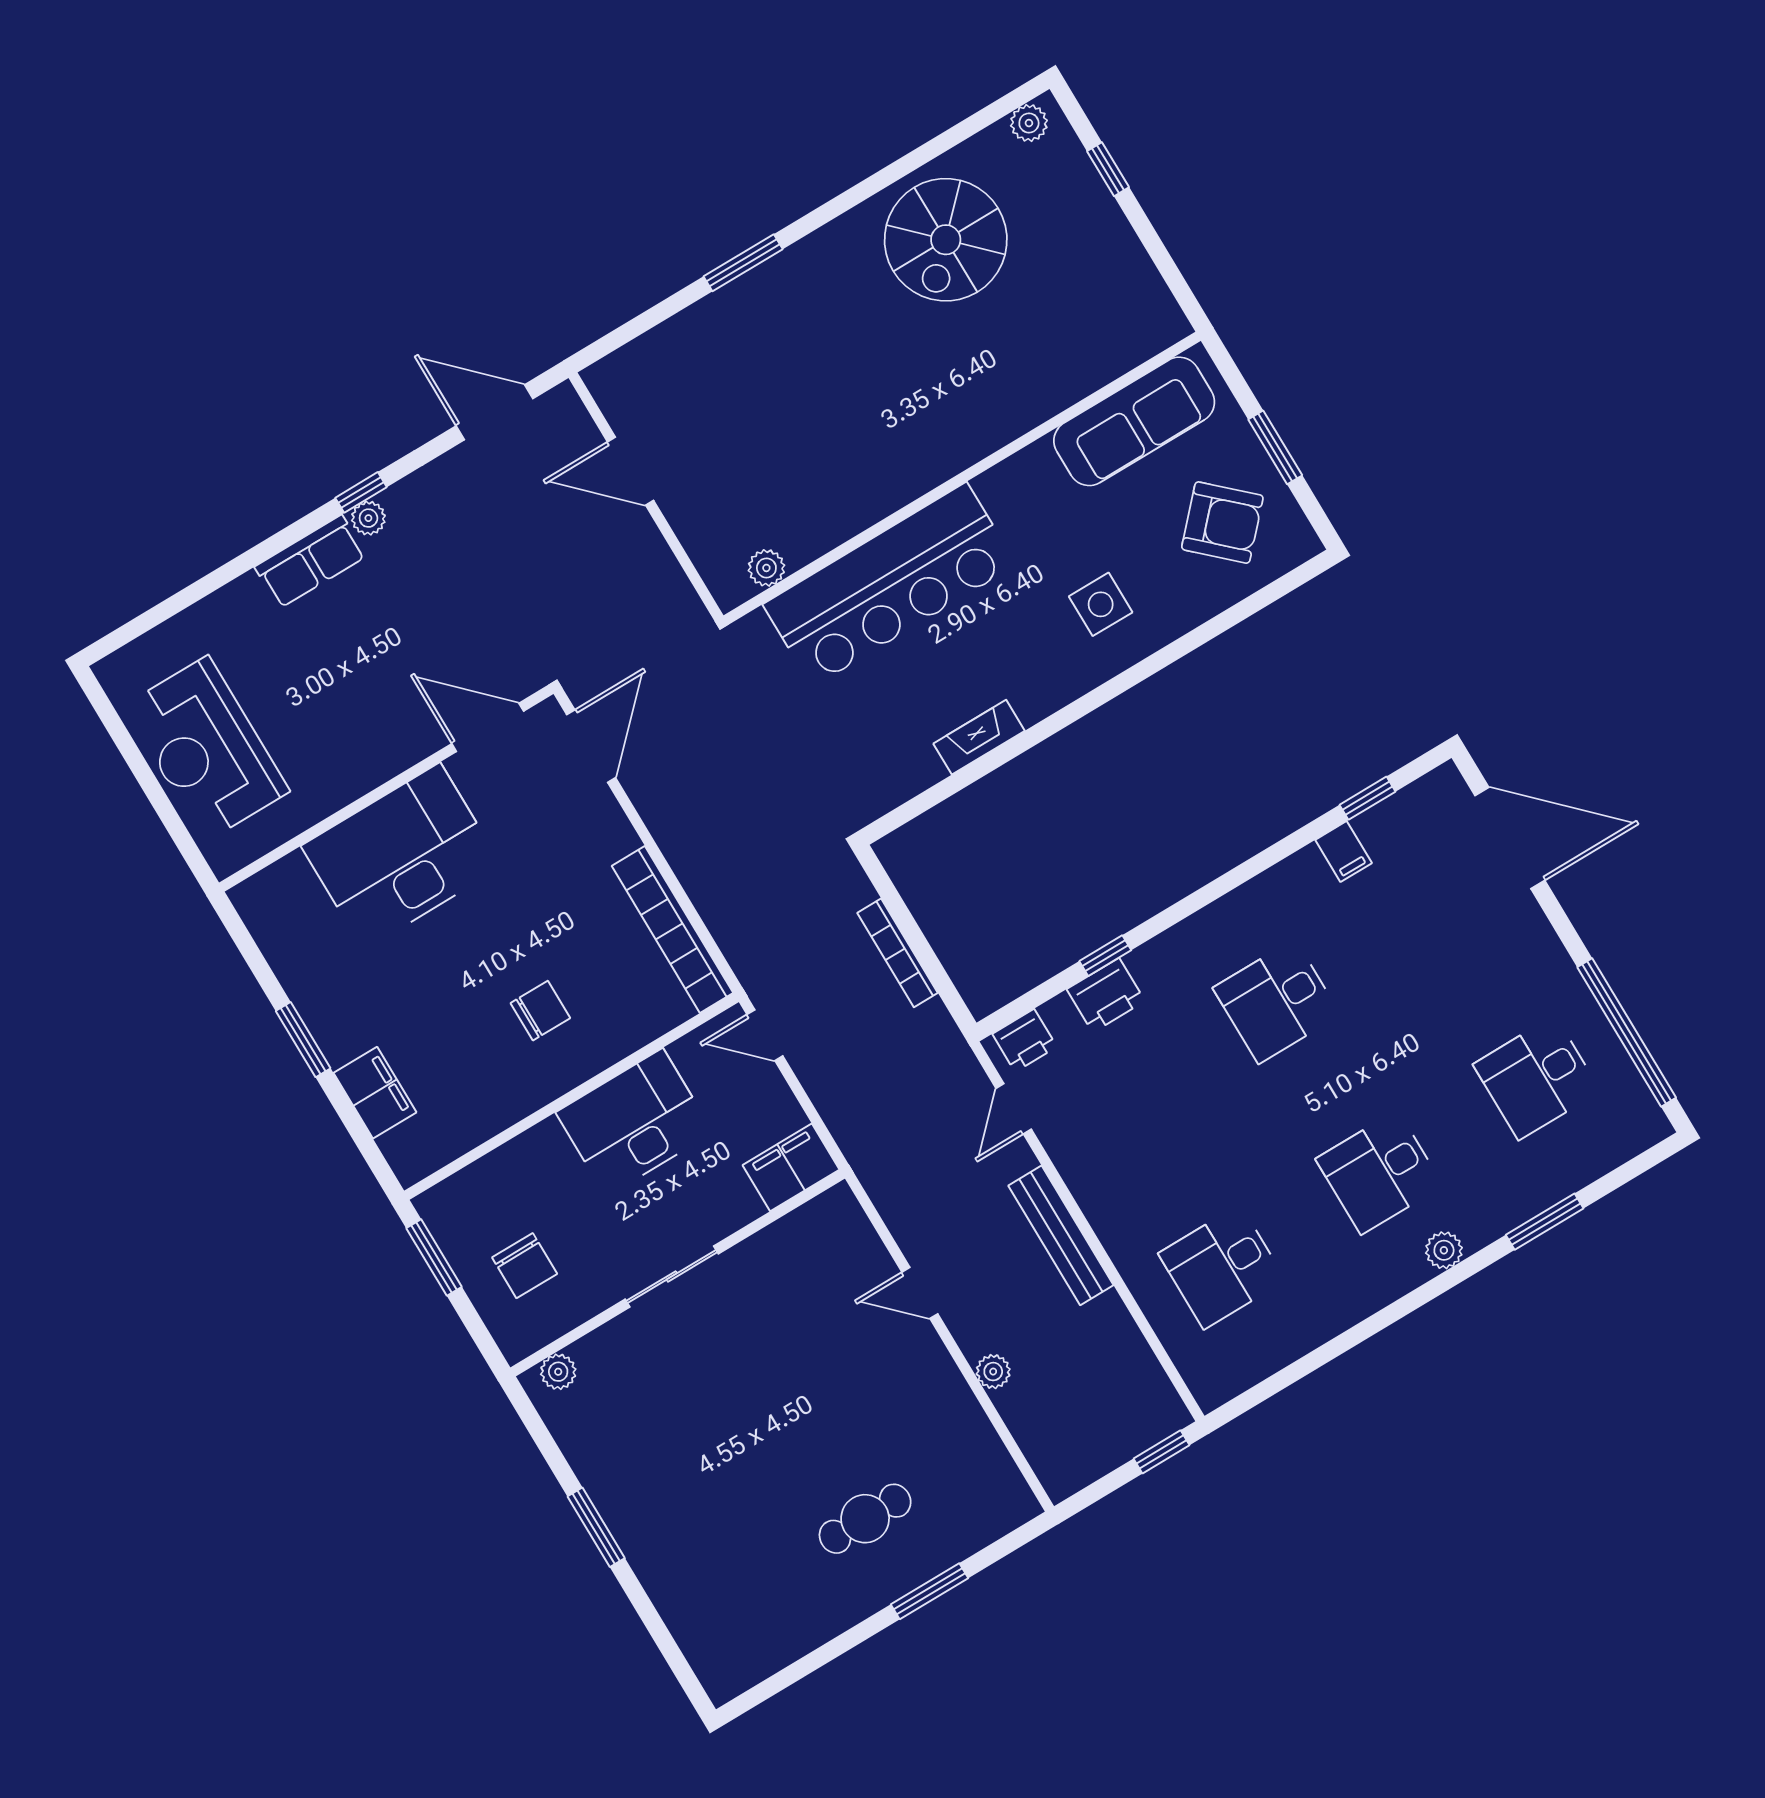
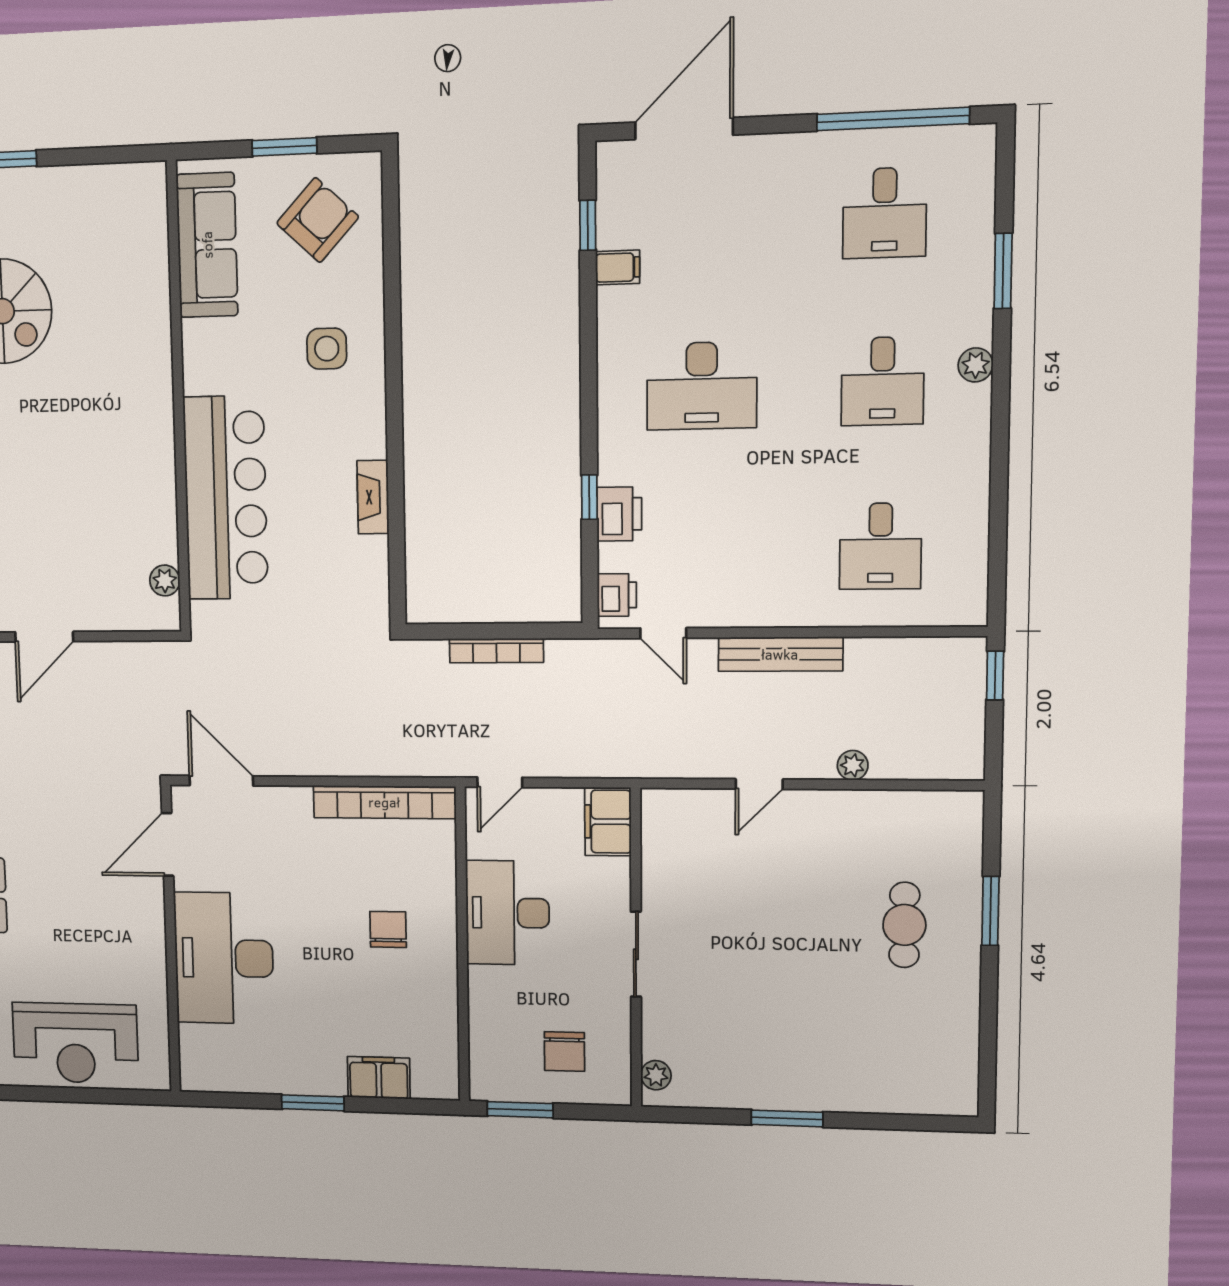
desk: (1277, 1001) -> (702, 386), width x1.37
chair: (525, 1266) -> (564, 1052), turned 90

